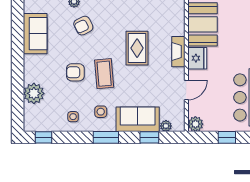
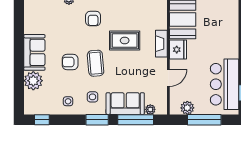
armchair: (83, 26) -> (93, 19), moved, turned -64
sofa: (35, 34) -> (34, 52), moved
rug: (137, 48) -> (125, 41), turned 90
plant: (195, 124) -> (187, 108), moved
window: (149, 137) -> (136, 120), width x2.17
window: (227, 137) -> (204, 120), width x2.17

